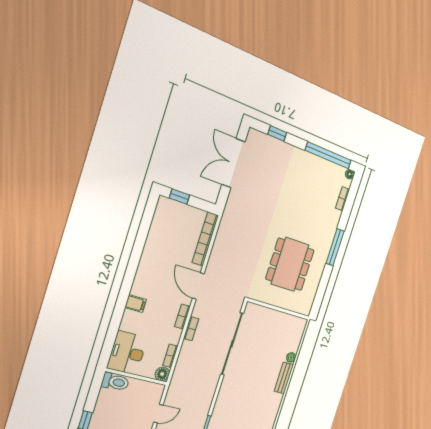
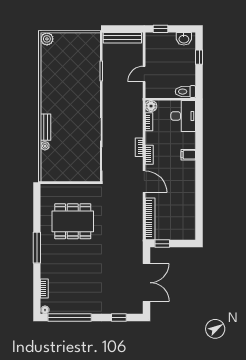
window: (179, 196) -> (162, 244), moved
dining table: (290, 264) -> (73, 221), turned 90

